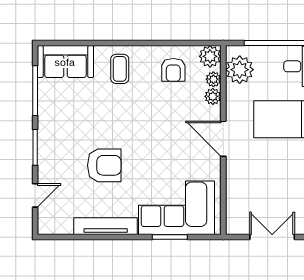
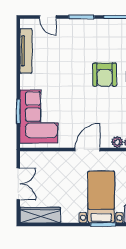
armchair: (104, 165) -> (105, 75), moved
tv unit: (106, 226) -> (26, 51), moved

